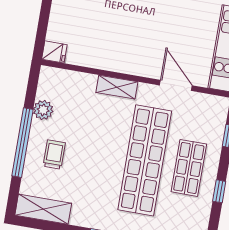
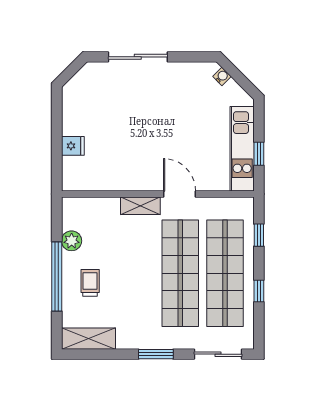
fridge: (54, 52) -> (73, 146), moved
door: (176, 85) -> (180, 194), moved
shop shelf: (189, 168) -> (225, 273), width x2.00, depth x1.36

